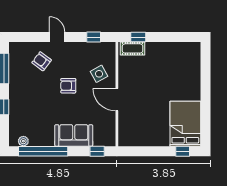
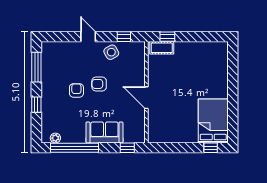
armchair: (42, 61) -> (76, 90), moved, turned 53
side table: (99, 74) -> (111, 52), moved

